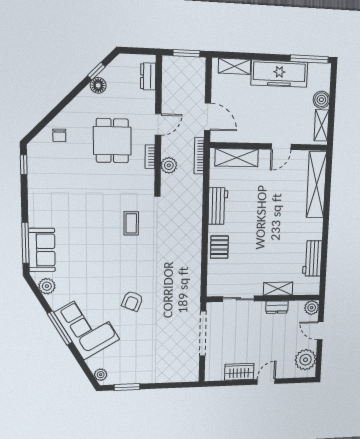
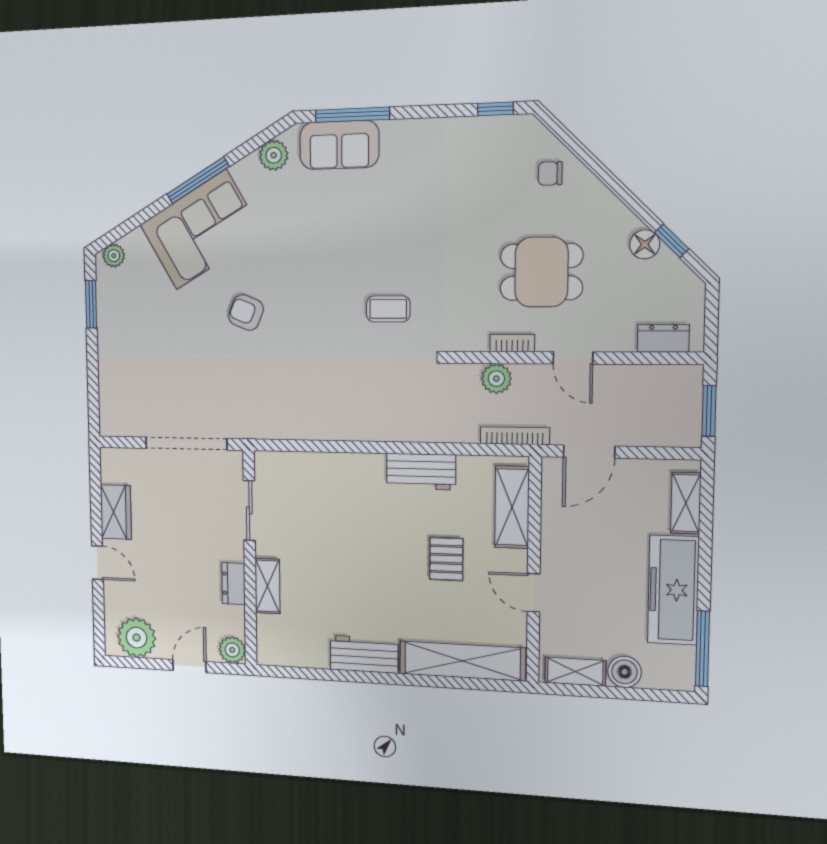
pallet: (219, 247) -> (446, 559), moved, turned 90
workbench: (312, 258) -> (364, 654), moved

